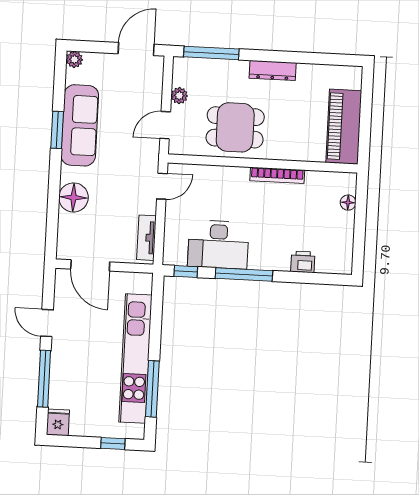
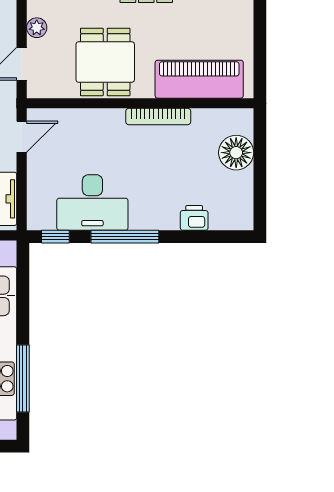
dining table: (235, 127) -> (105, 62), turned 90
piano: (344, 127) -> (199, 79), moved, turned 90
floor lamp: (348, 203) -> (236, 153), width x1.89, depth x1.89

